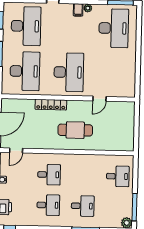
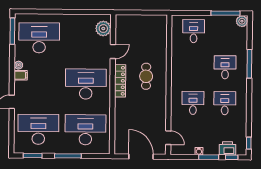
plant: (122, 90) -> (103, 29), added
door: (99, 99) -> (113, 52), hinge flipped
locker: (51, 105) -> (120, 81), moved
cafe table: (75, 130) -> (146, 76), width x0.73, depth x0.74

